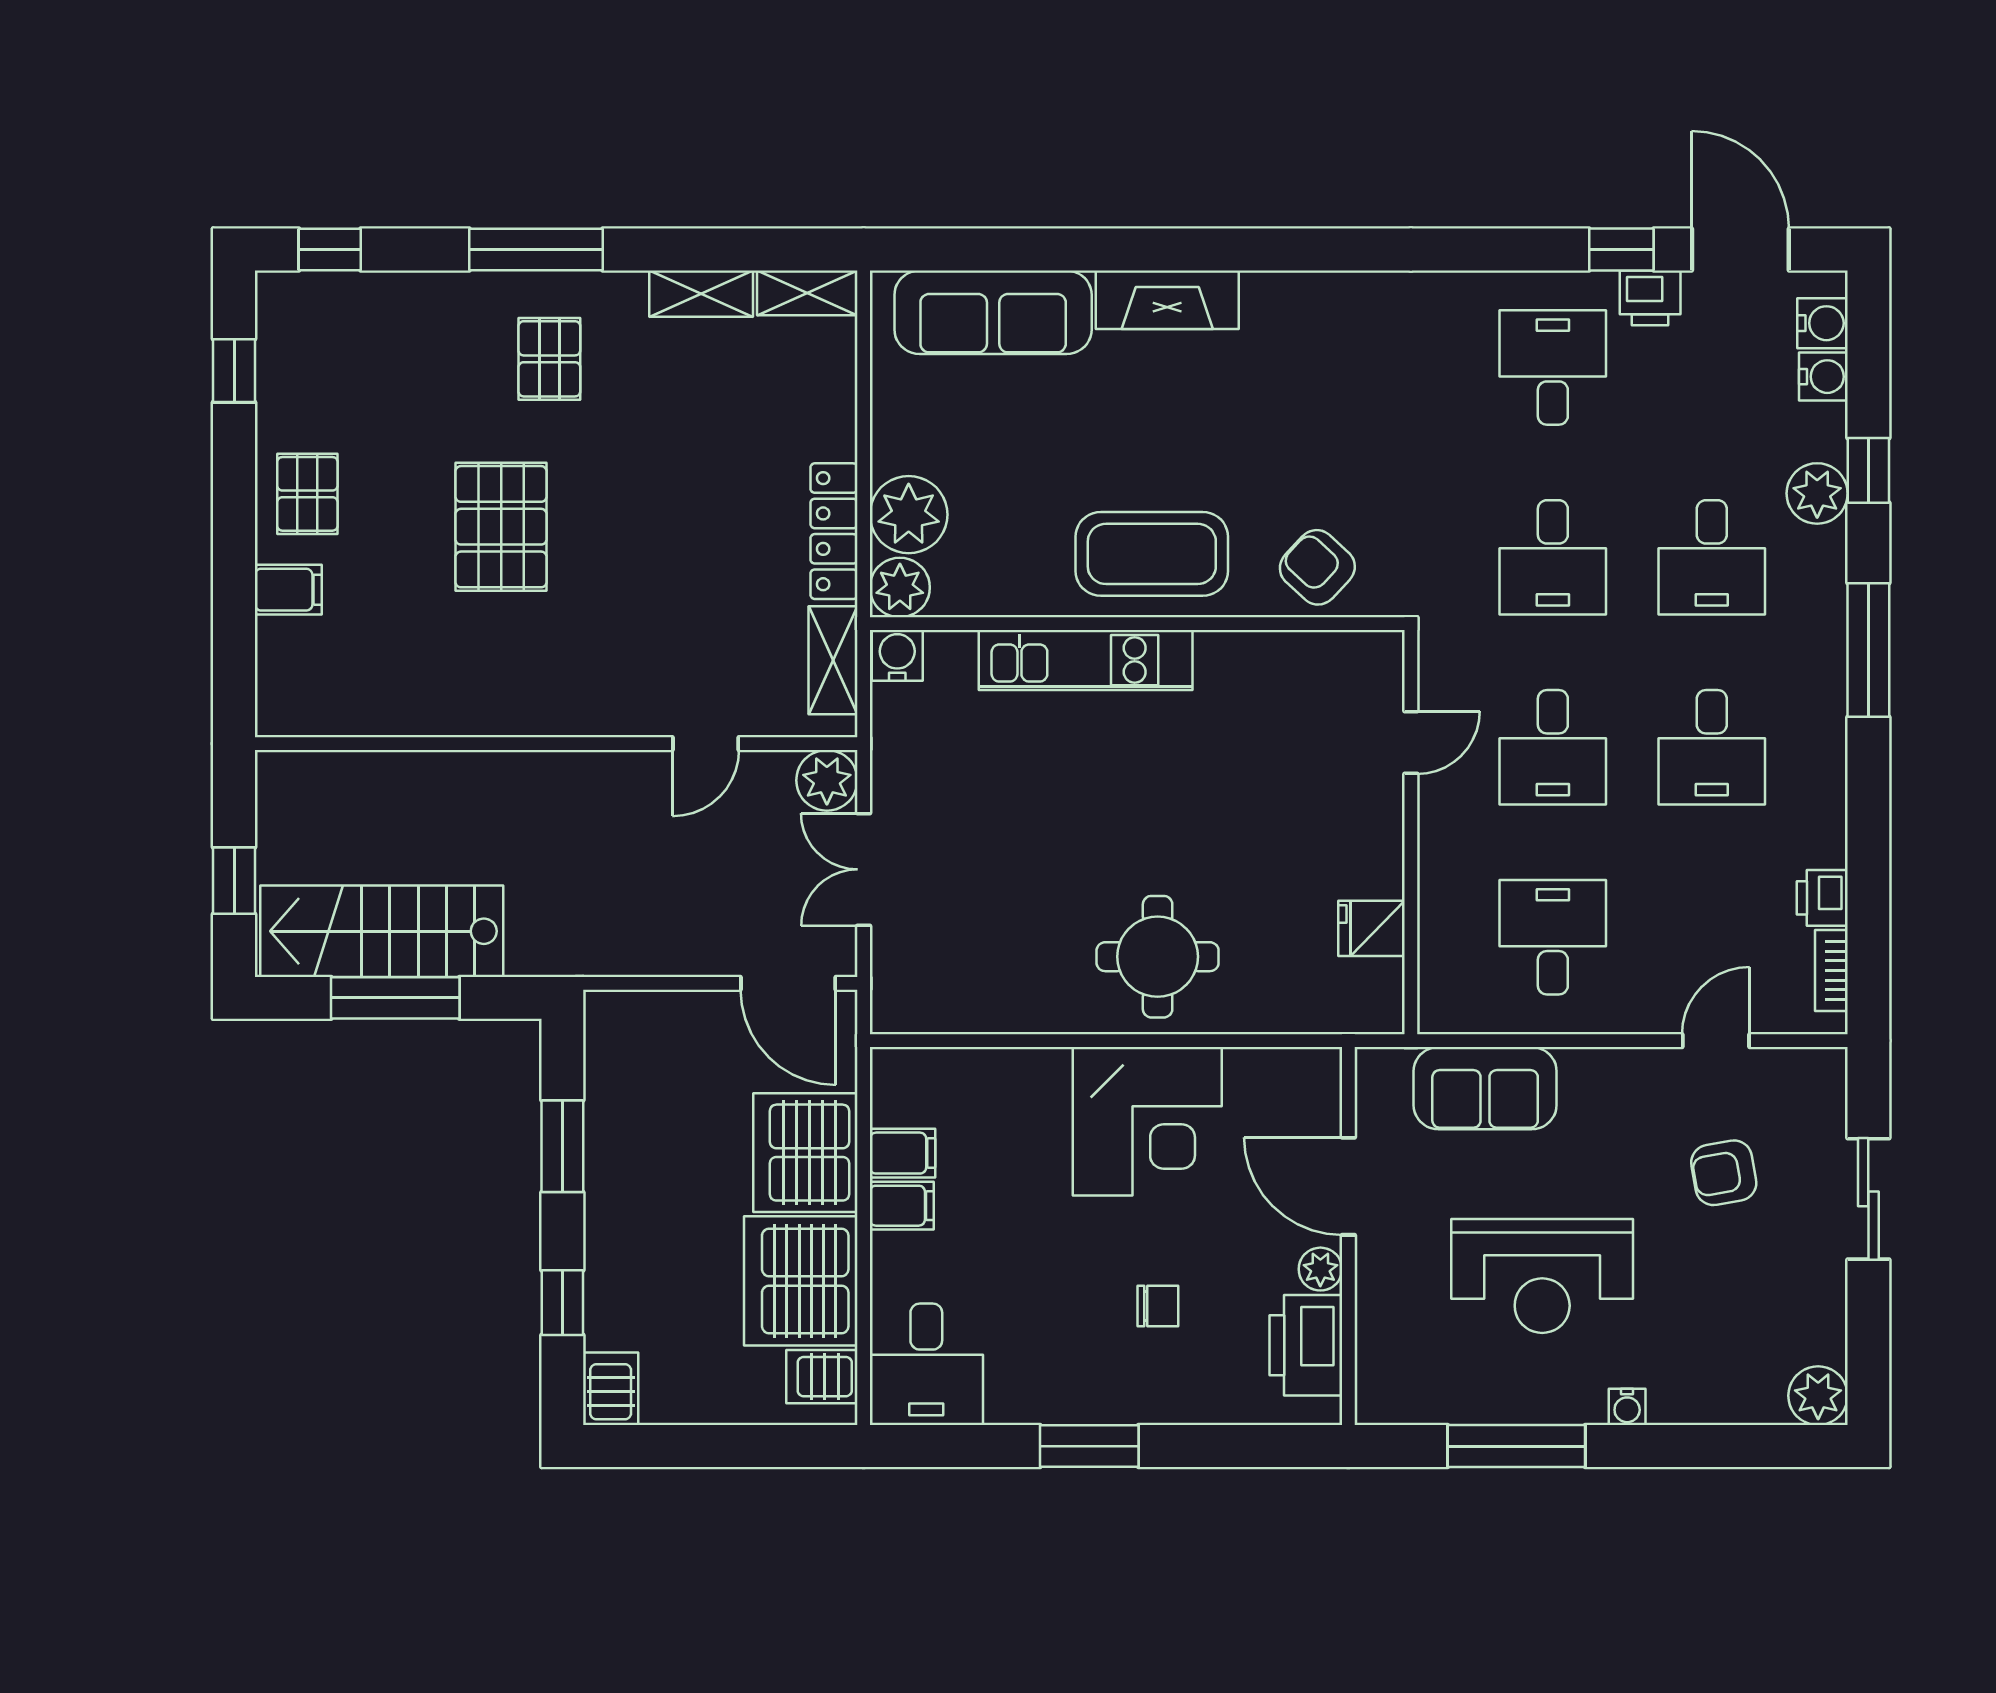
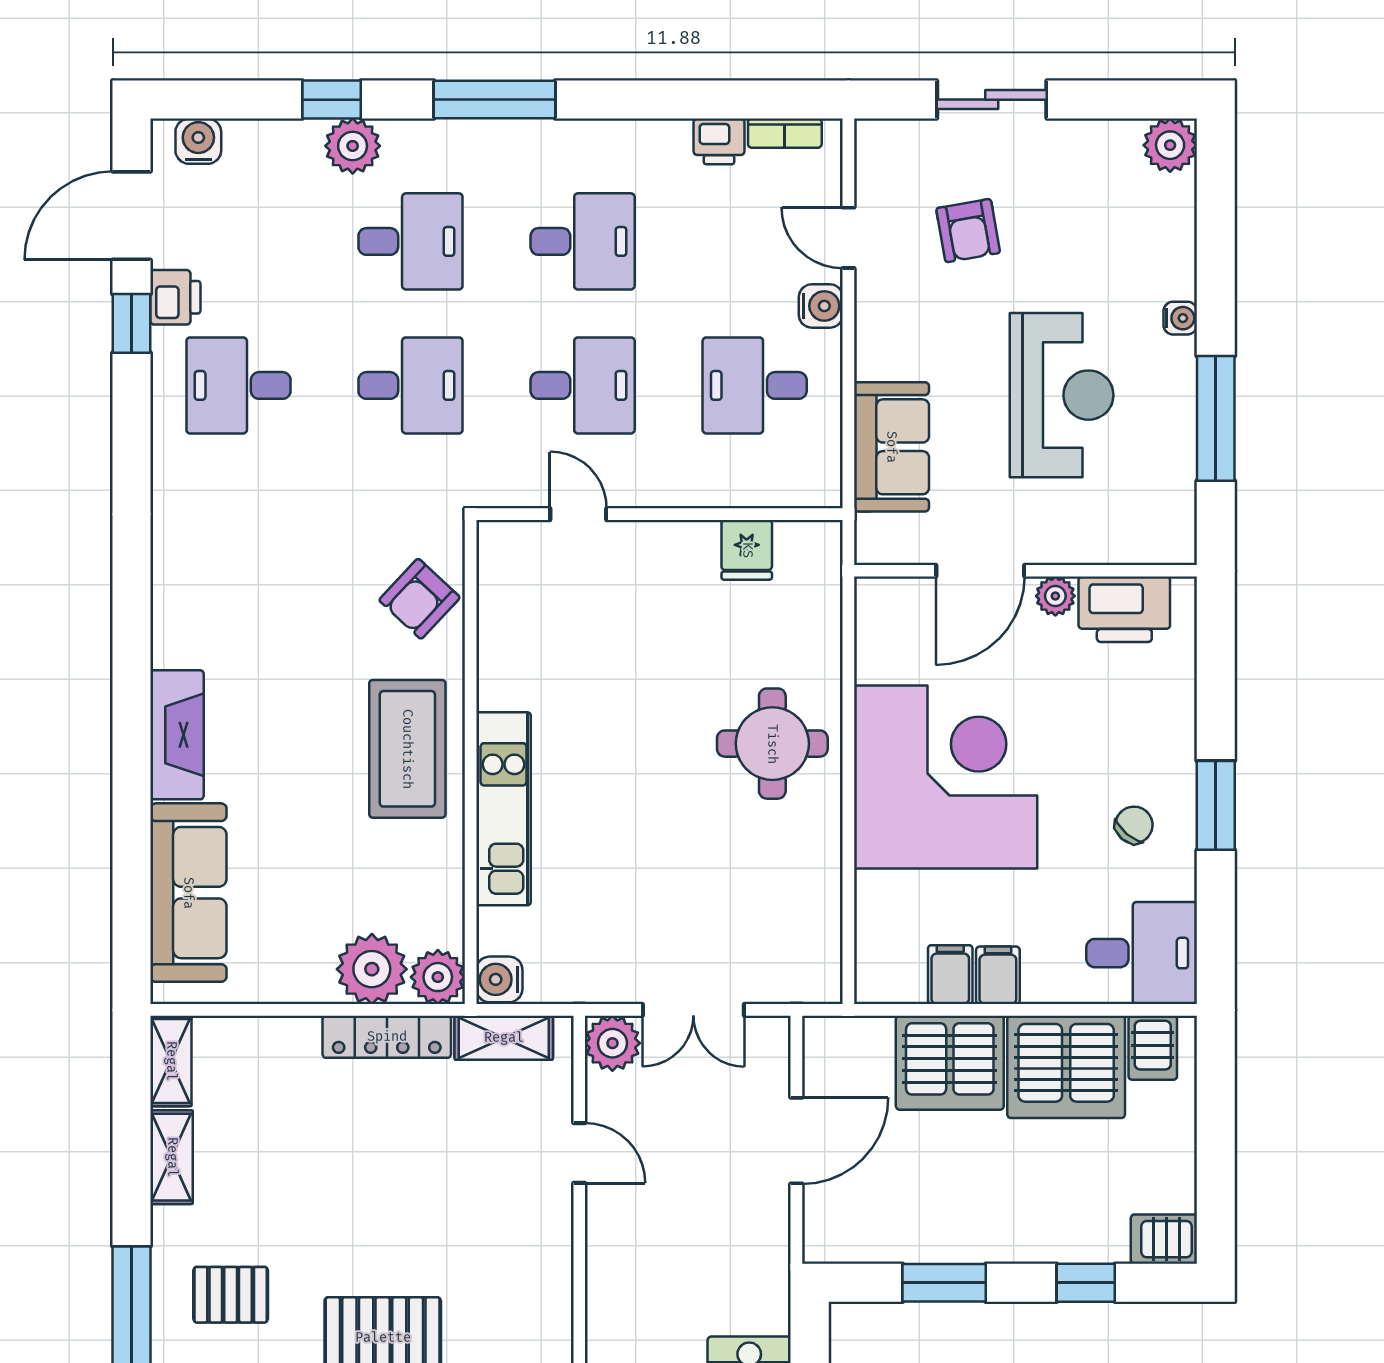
water cooler: (1823, 377) -> (821, 306), moved, turned 90
door: (788, 983) -> (796, 1141), moved
corner desk: (1147, 1121) -> (946, 777), width x1.36, depth x1.36
chair: (1158, 1306) -> (1134, 825), moved, turned 40

